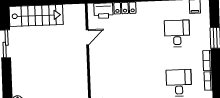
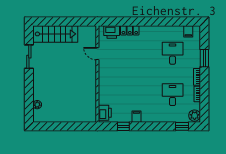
door: (87, 37) -> (97, 54), swing flipped

